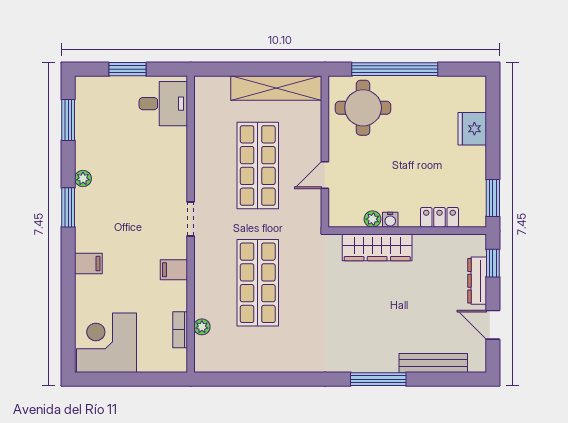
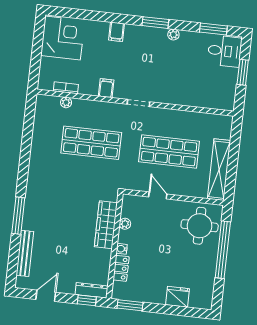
desk: (163, 104) -> (225, 51), moved, turned -90
water cooler: (390, 220) -> (122, 249), moved
dresser: (477, 281) -> (92, 290), moved

